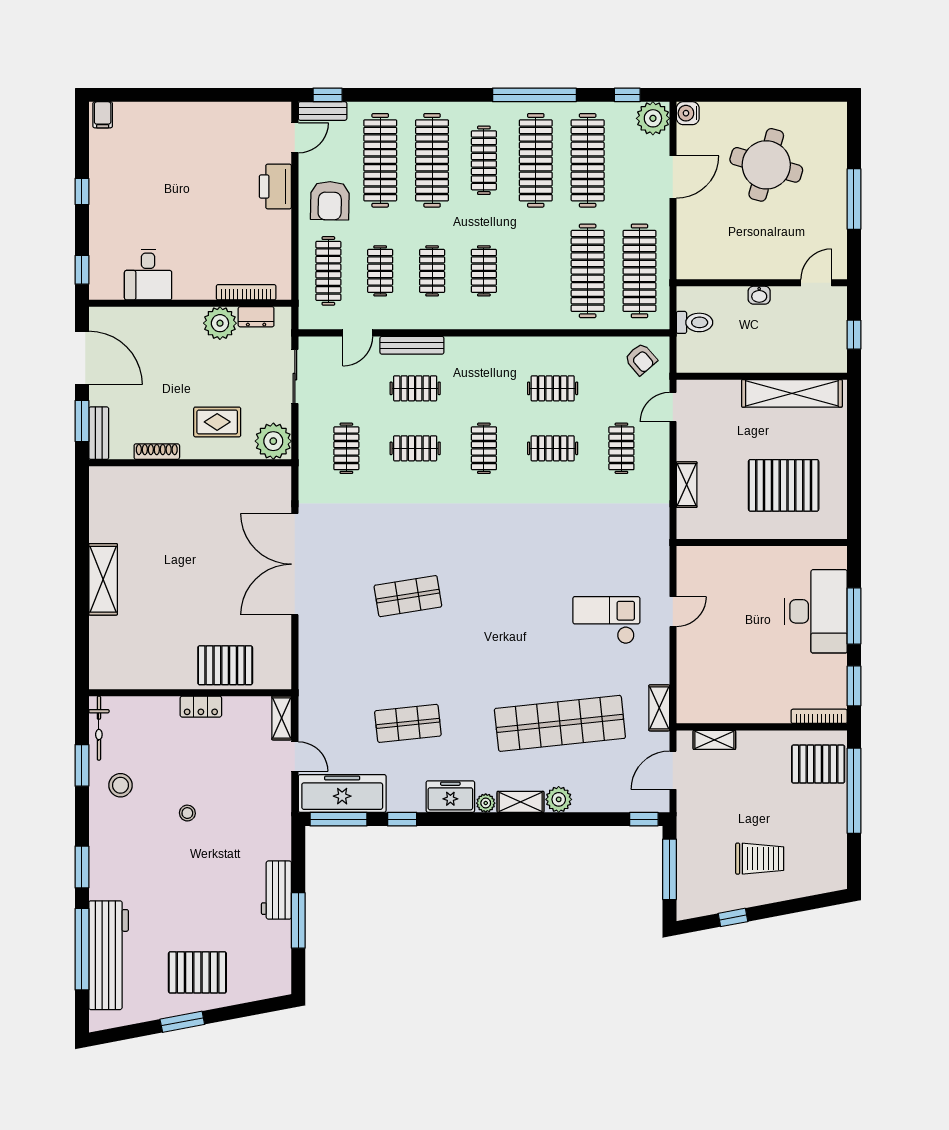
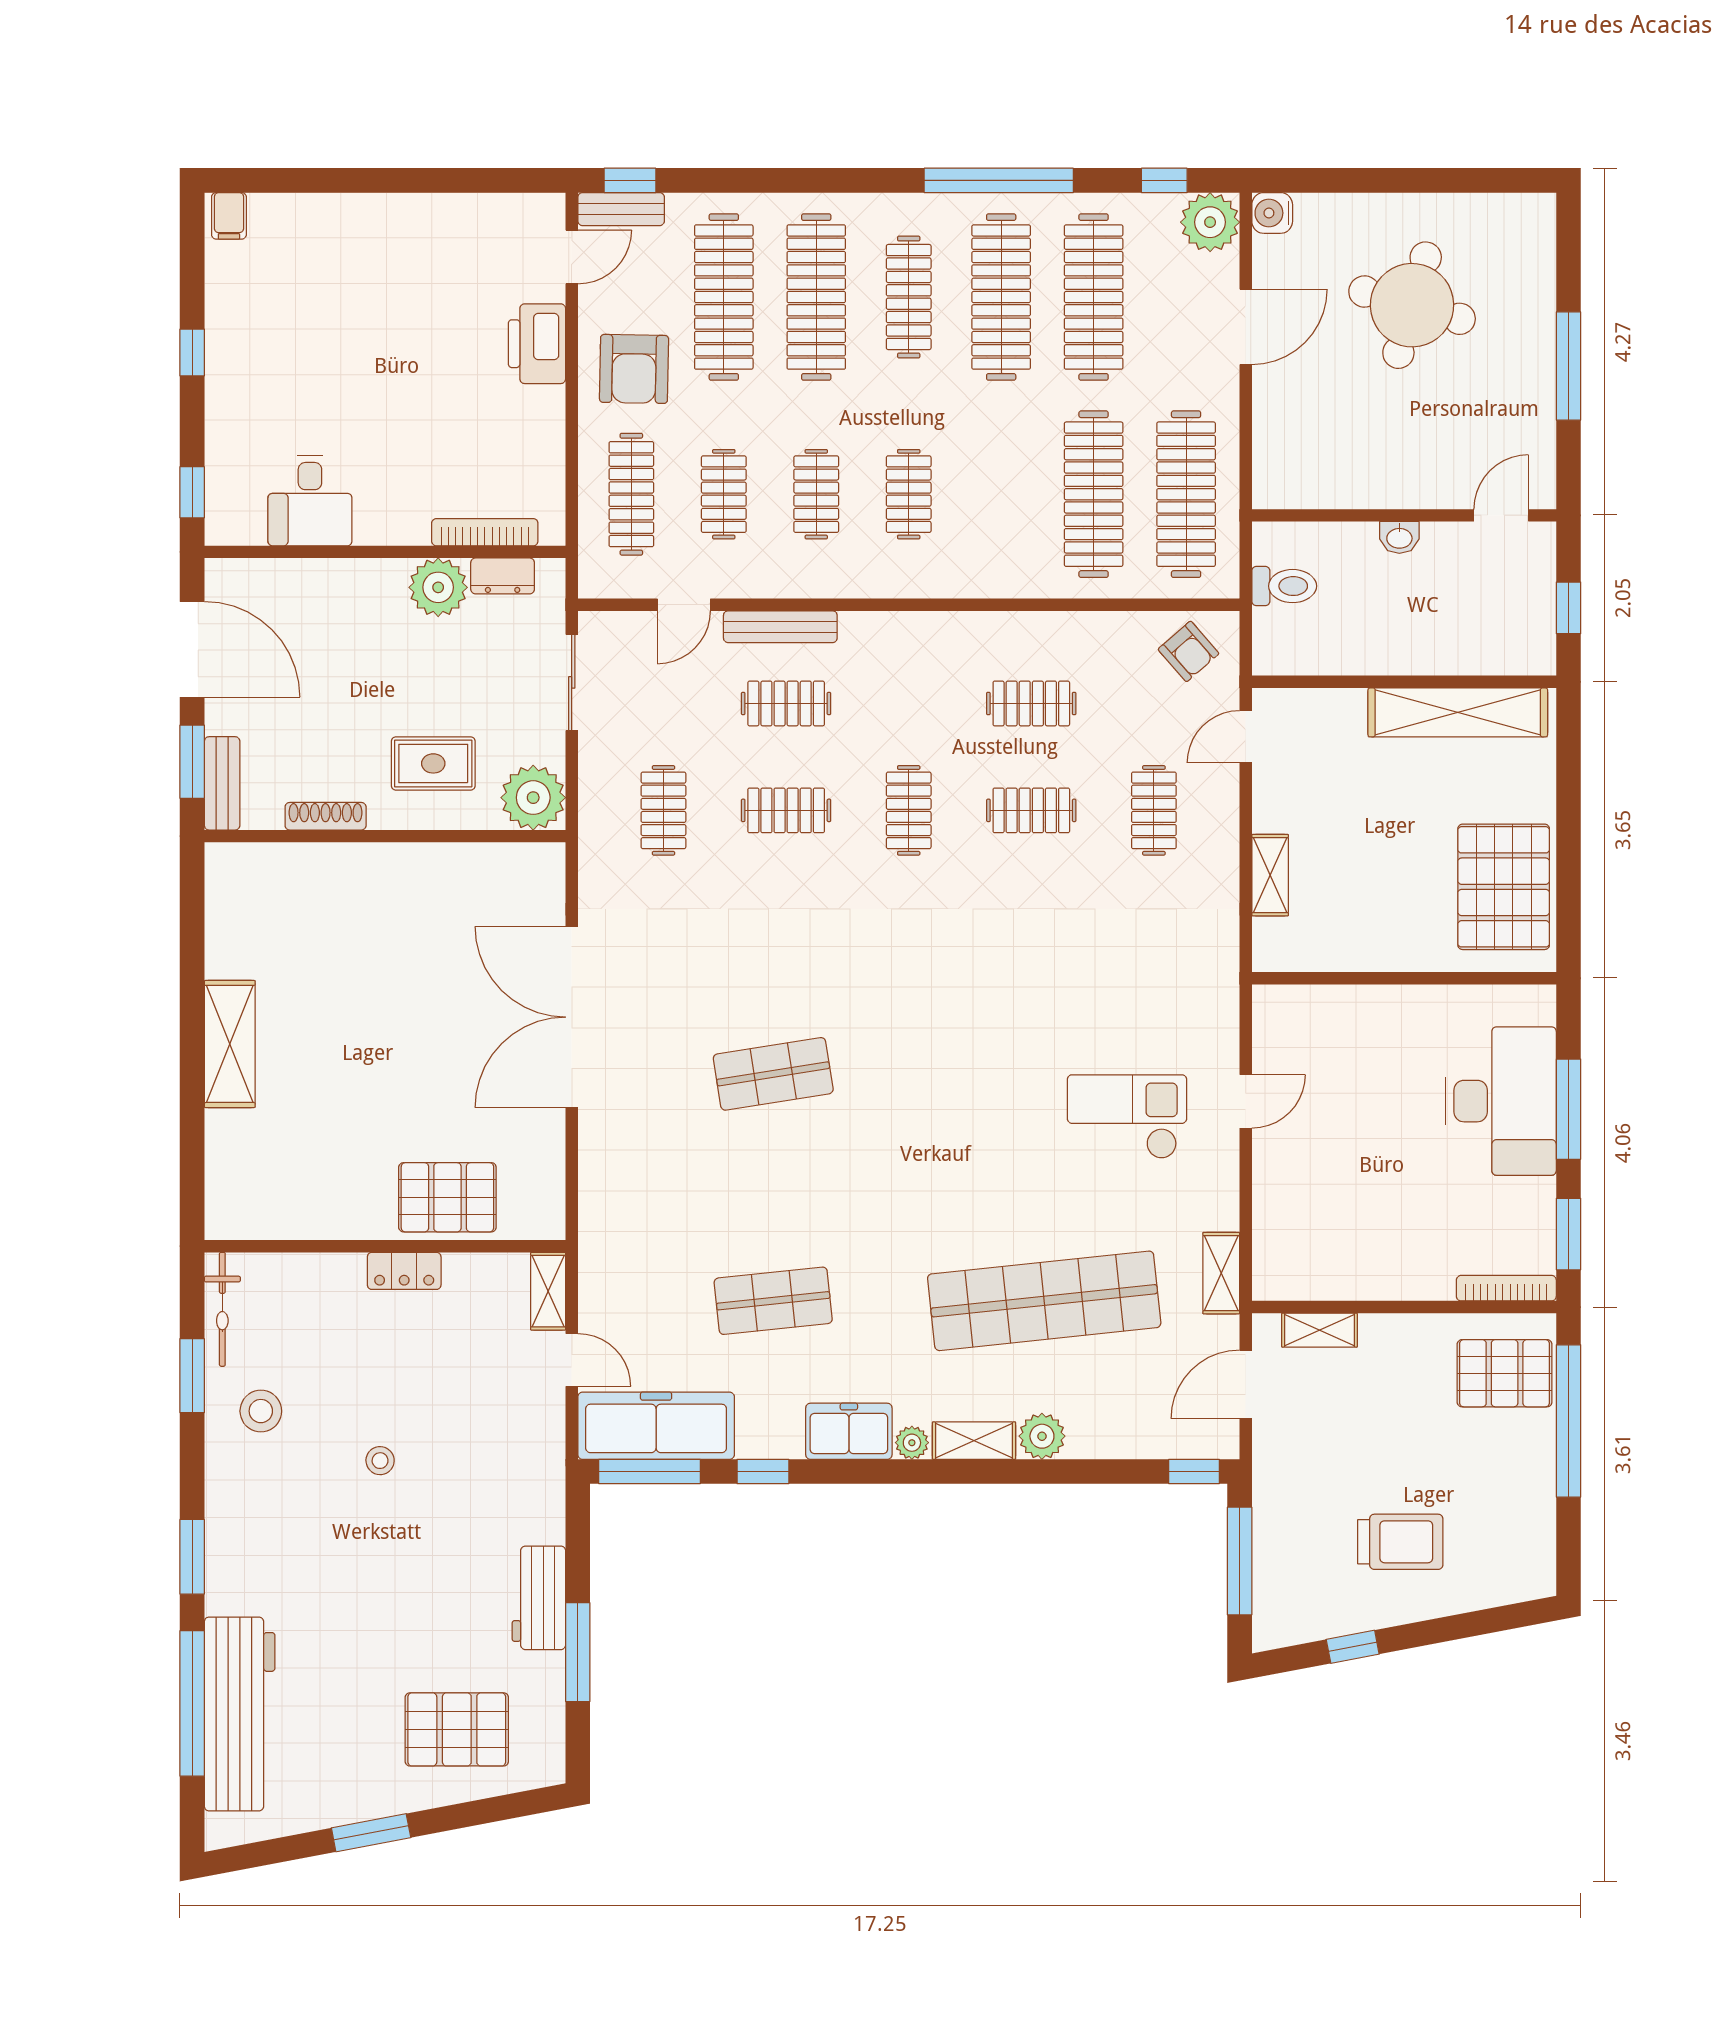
pallet: (784, 485) -> (1504, 887), moved, turned 90
pallet: (197, 972) -> (457, 1729), moved

